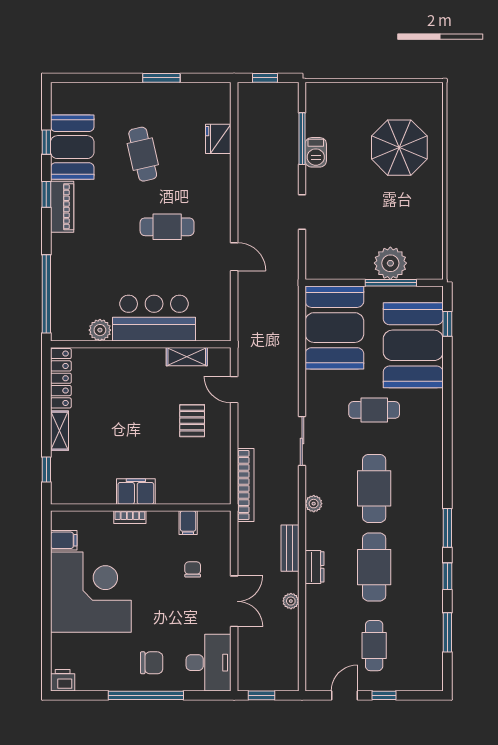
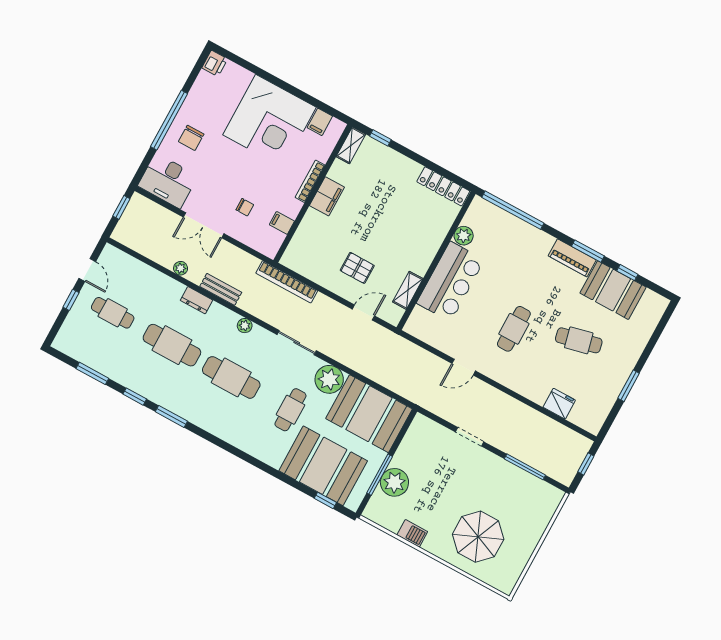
barbecue: (316, 152) -> (412, 533), moved, turned 180
window: (46, 194) -> (588, 251), width x1.50
plant: (322, 387) -> (329, 379), added
shelving: (60, 431) -> (351, 145), moved, turned 90
bookcase: (130, 517) -> (310, 181), width x1.56

